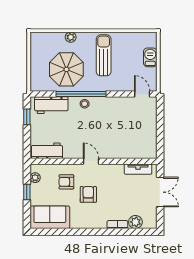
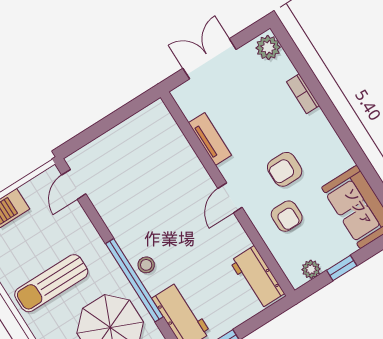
tv unit: (138, 169) -> (210, 139), moved
plant: (135, 222) -> (268, 48), moved

